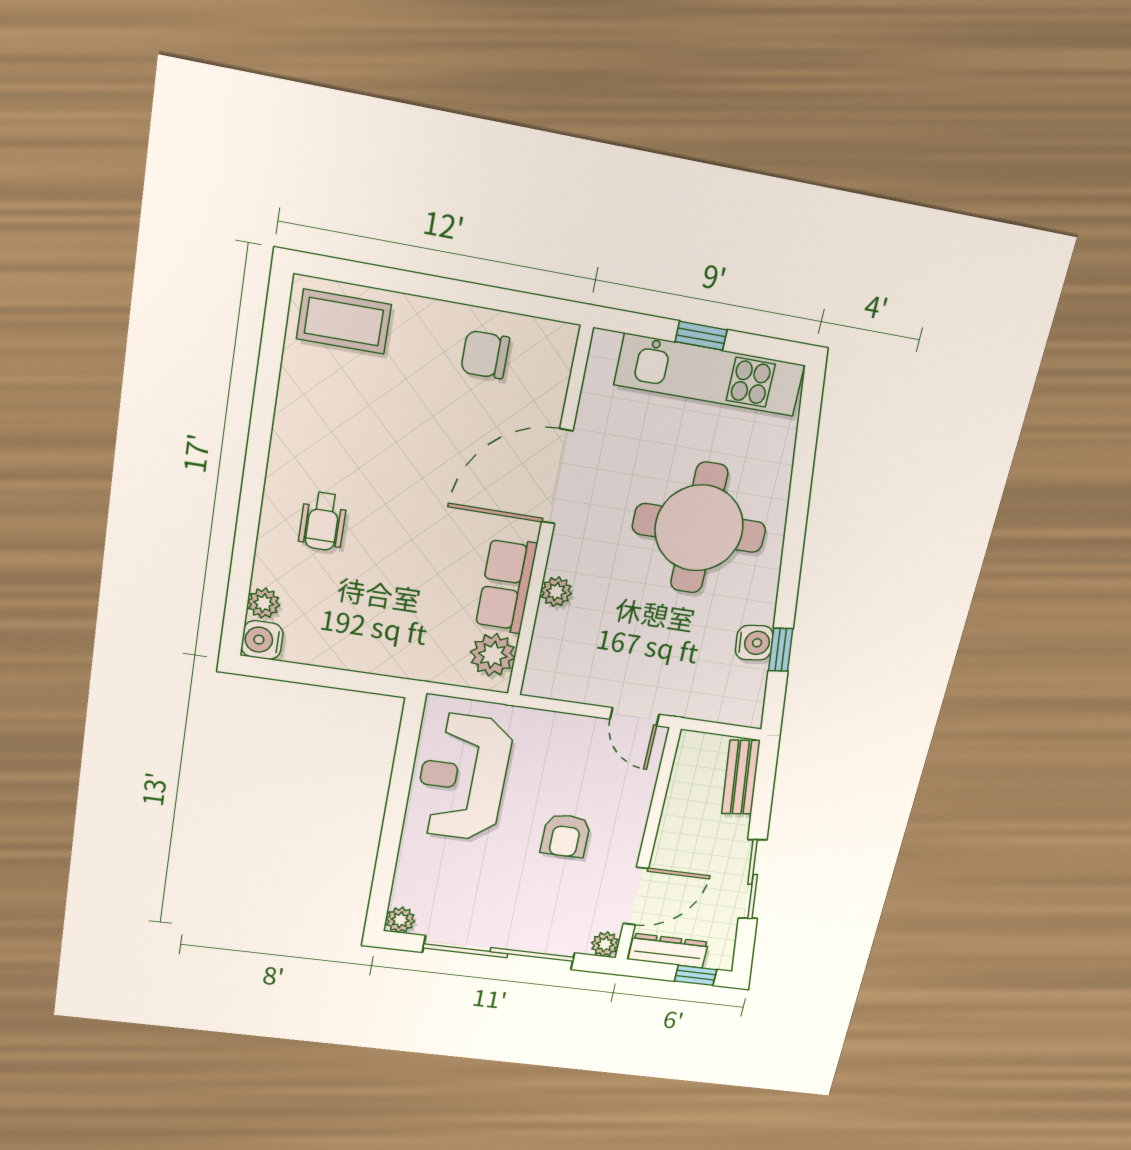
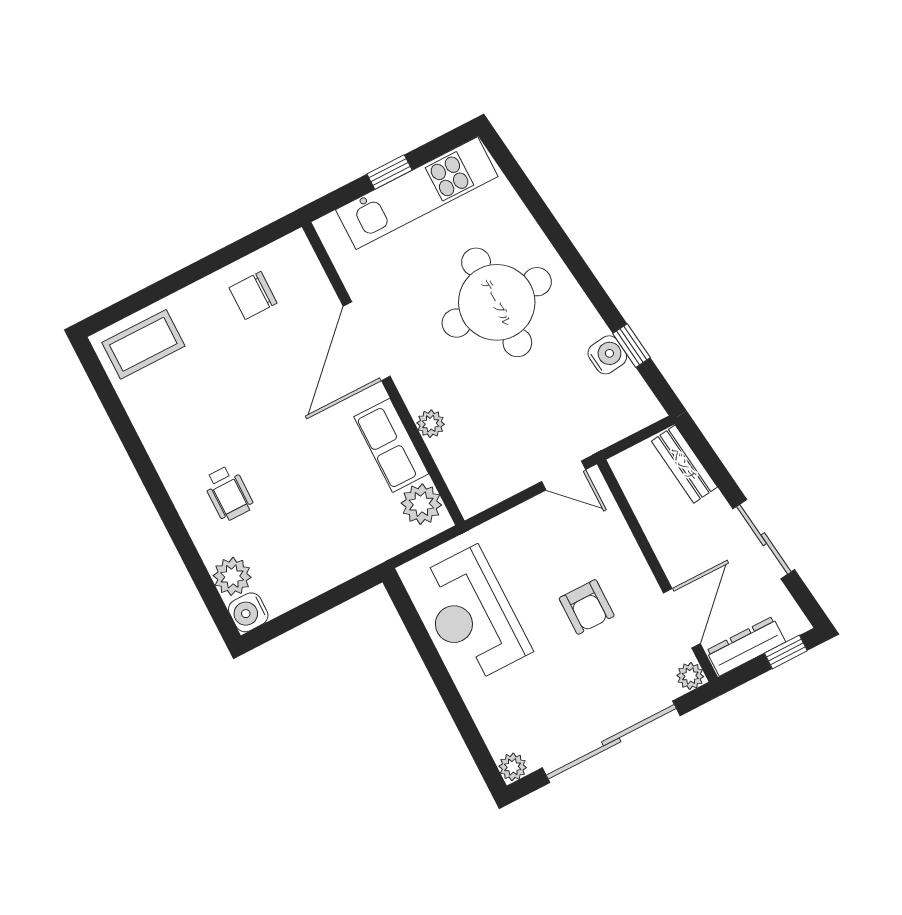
plant: (264, 603) -> (232, 576), width x1.38, depth x1.38

